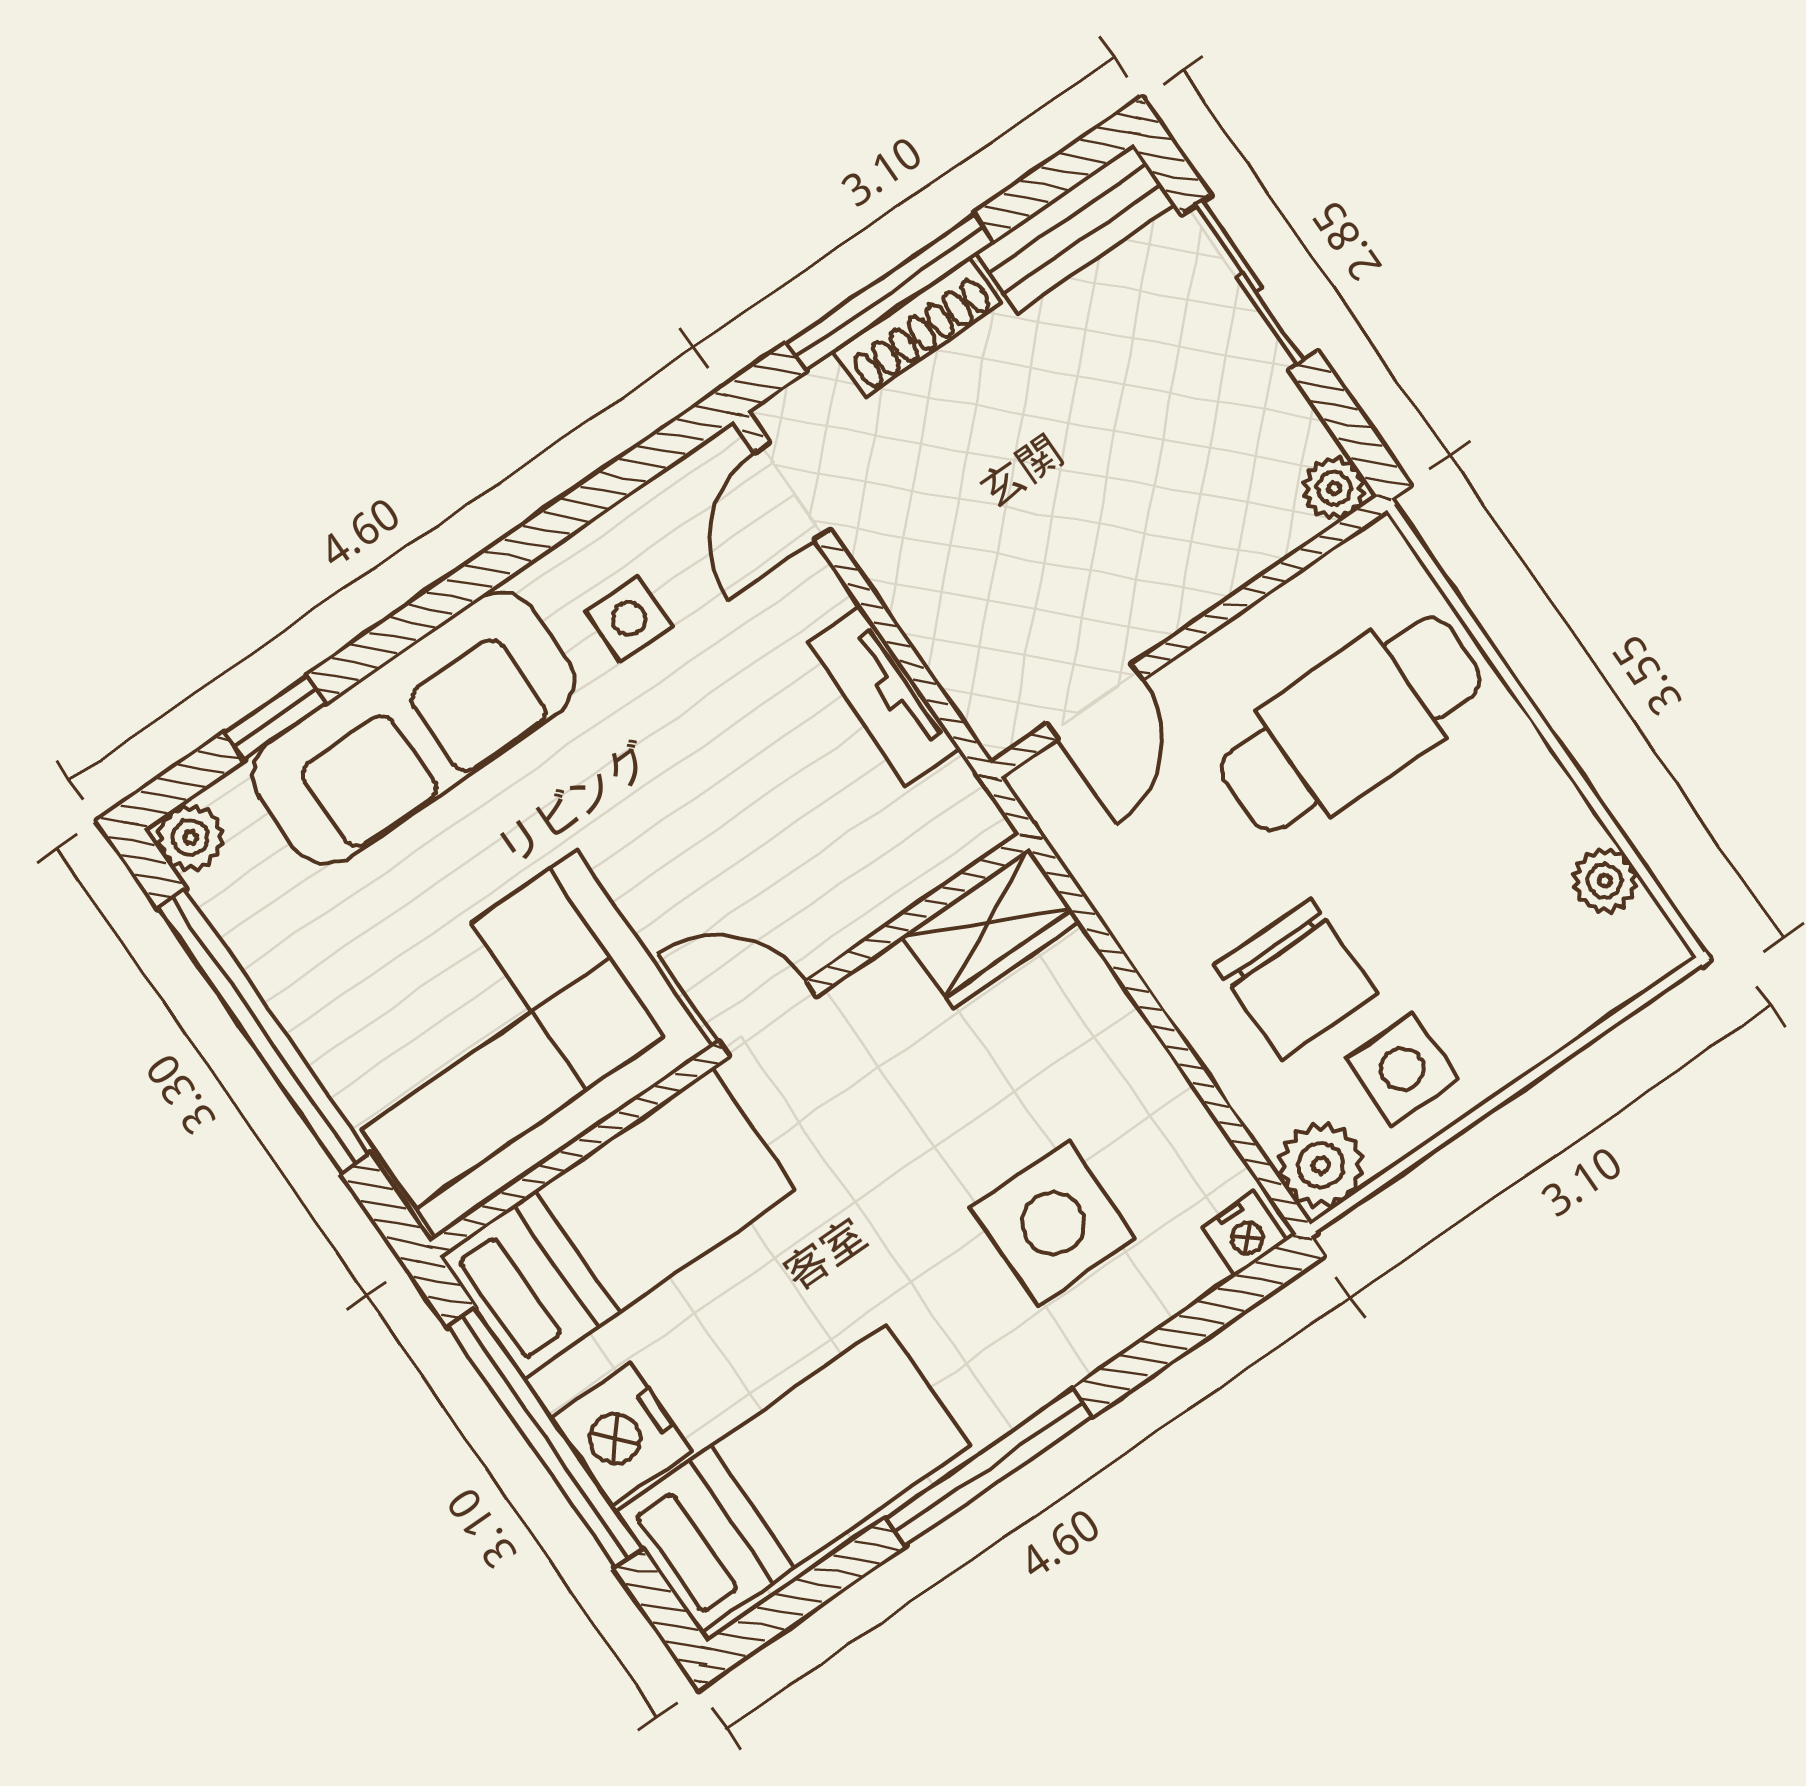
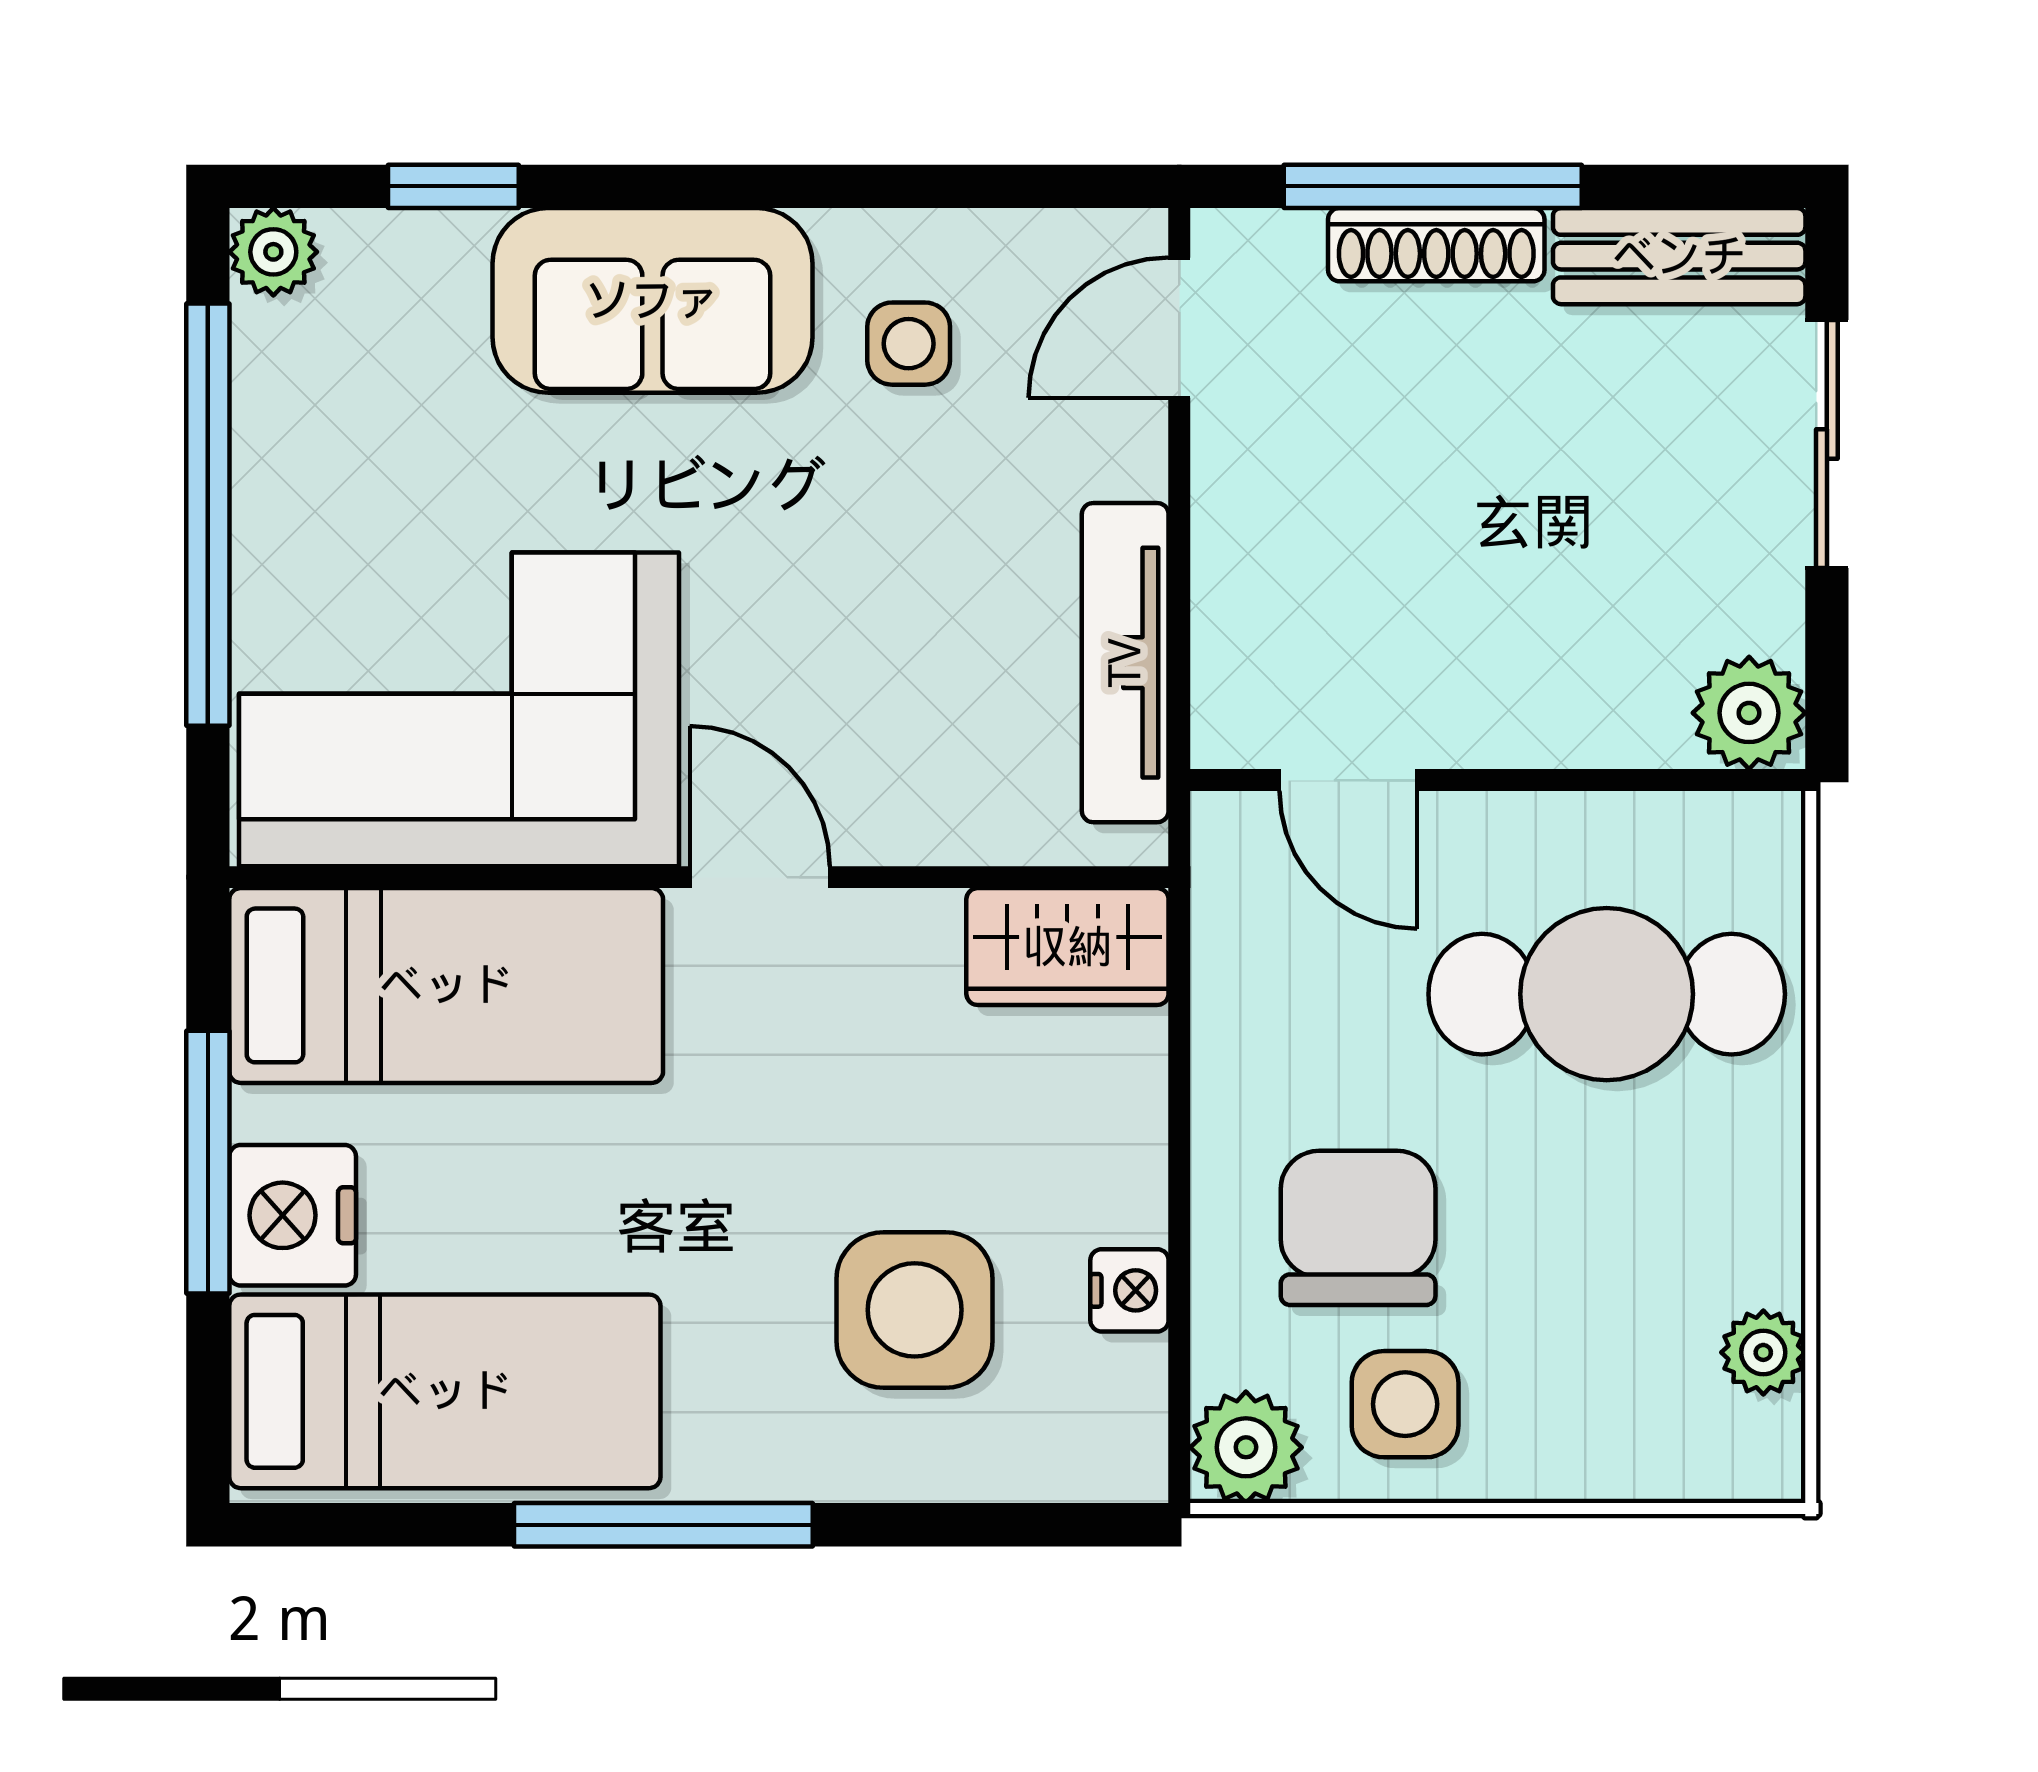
plant: (1334, 488) -> (1749, 713), width x1.38, depth x1.38
tv unit: (884, 696) -> (1125, 663), width x1.41
door: (1095, 702) -> (1348, 780), hinge flipped
sofa: (413, 728) -> (652, 300), width x0.73
chair: (1296, 979) -> (1358, 1228), turned 180
nightstand: (1245, 1234) -> (1129, 1290), moved, turned -90
window: (545, 1438) -> (208, 1162), width x0.68

